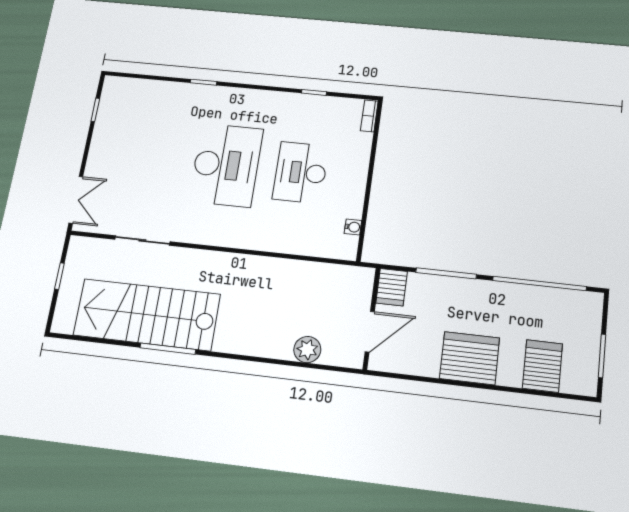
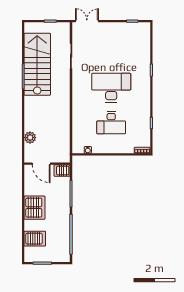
desk: (226, 165) -> (111, 88), turned 180
desk: (301, 172) -> (111, 123), turned 180
double door: (76, 200) -> (87, 21), swing flipped

